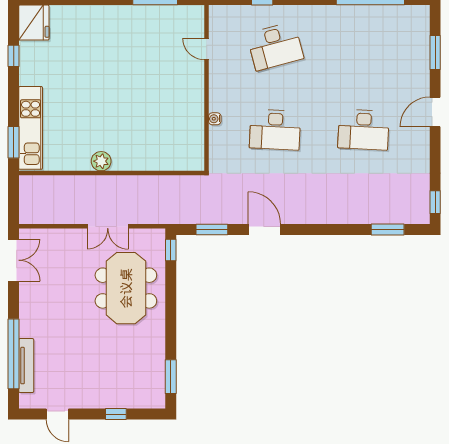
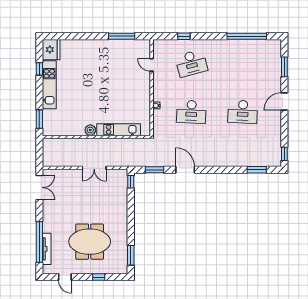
kitchen unit: (31, 128) -> (49, 85), moved
kitchen unit: (150, 160) -> (119, 130), added
meeting table: (126, 288) -> (90, 242), moved, turned 90

